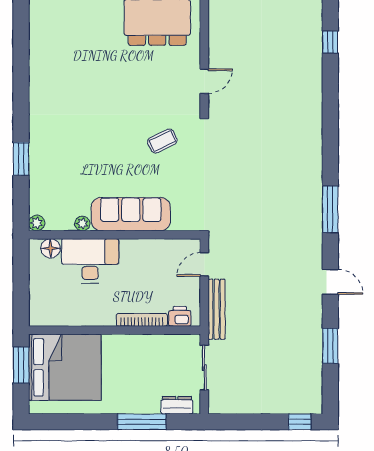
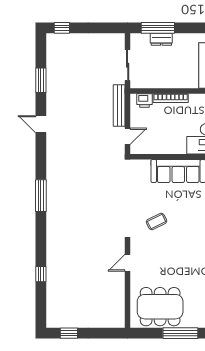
window: (330, 42) -> (41, 274), moved
window: (330, 209) -> (41, 196), moved
dresser: (177, 405) -> (161, 39), moved
window: (142, 422) -> (158, 28), moved

